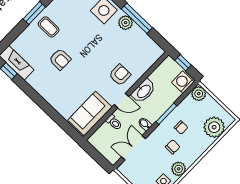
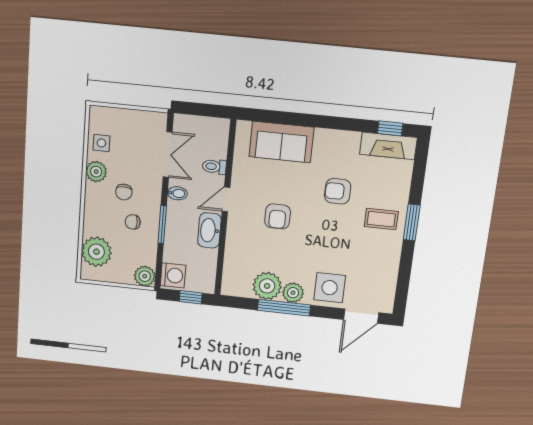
plant: (137, 37) -> (267, 286), added
armchair: (120, 75) -> (278, 216), moved
sofa: (90, 114) -> (281, 142), moved, turned 90

